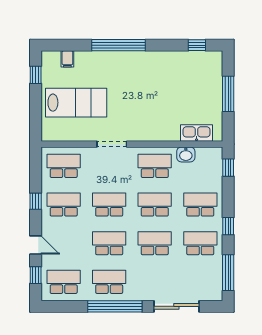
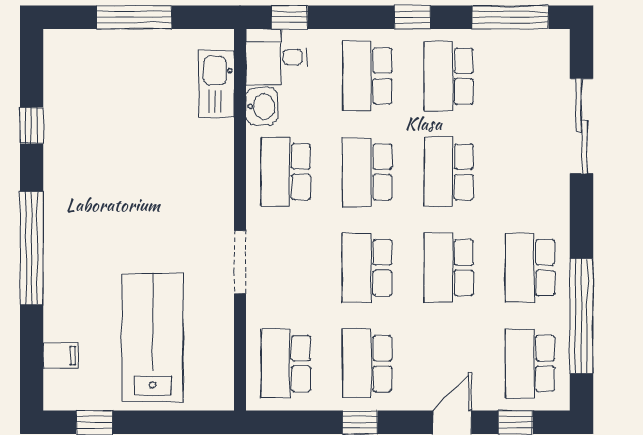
window: (197, 45) -> (32, 126), moved
desk: (209, 161) -> (276, 57), added
window: (115, 306) -> (581, 316), moved

